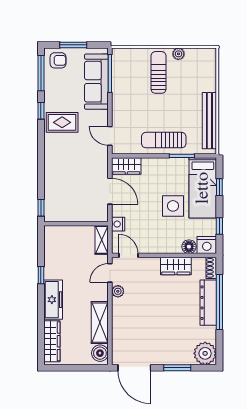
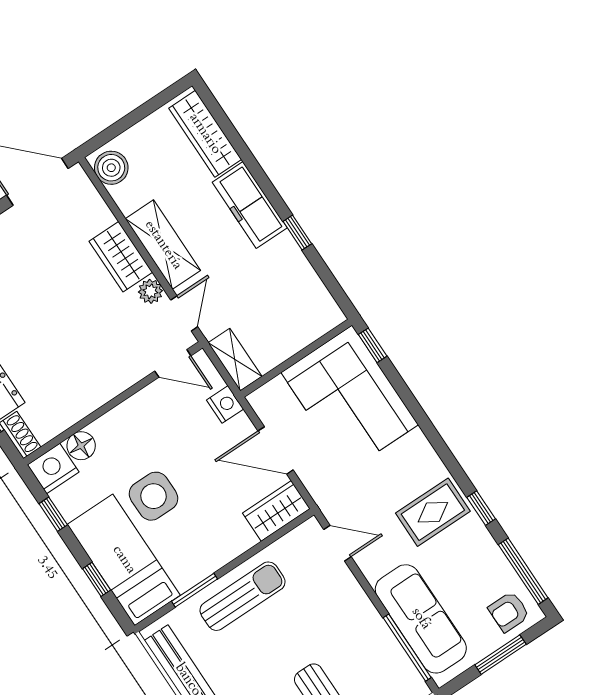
corner sofa: (65, 192) -> (350, 399), added
wardrobe: (176, 266) -> (121, 257), moved, turned -90
shelving: (100, 323) -> (163, 245), moved

